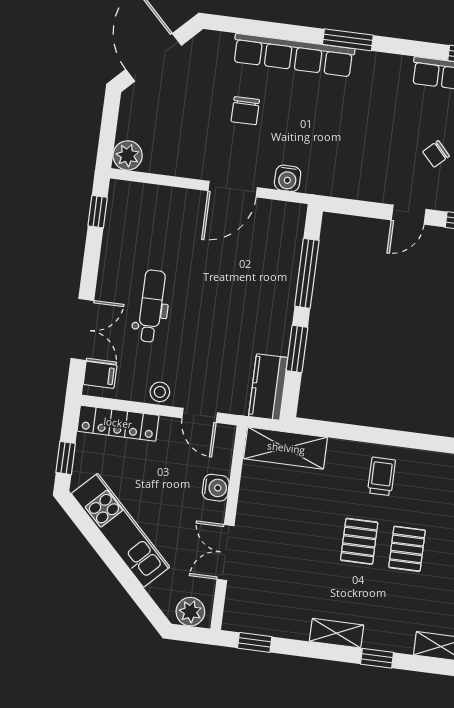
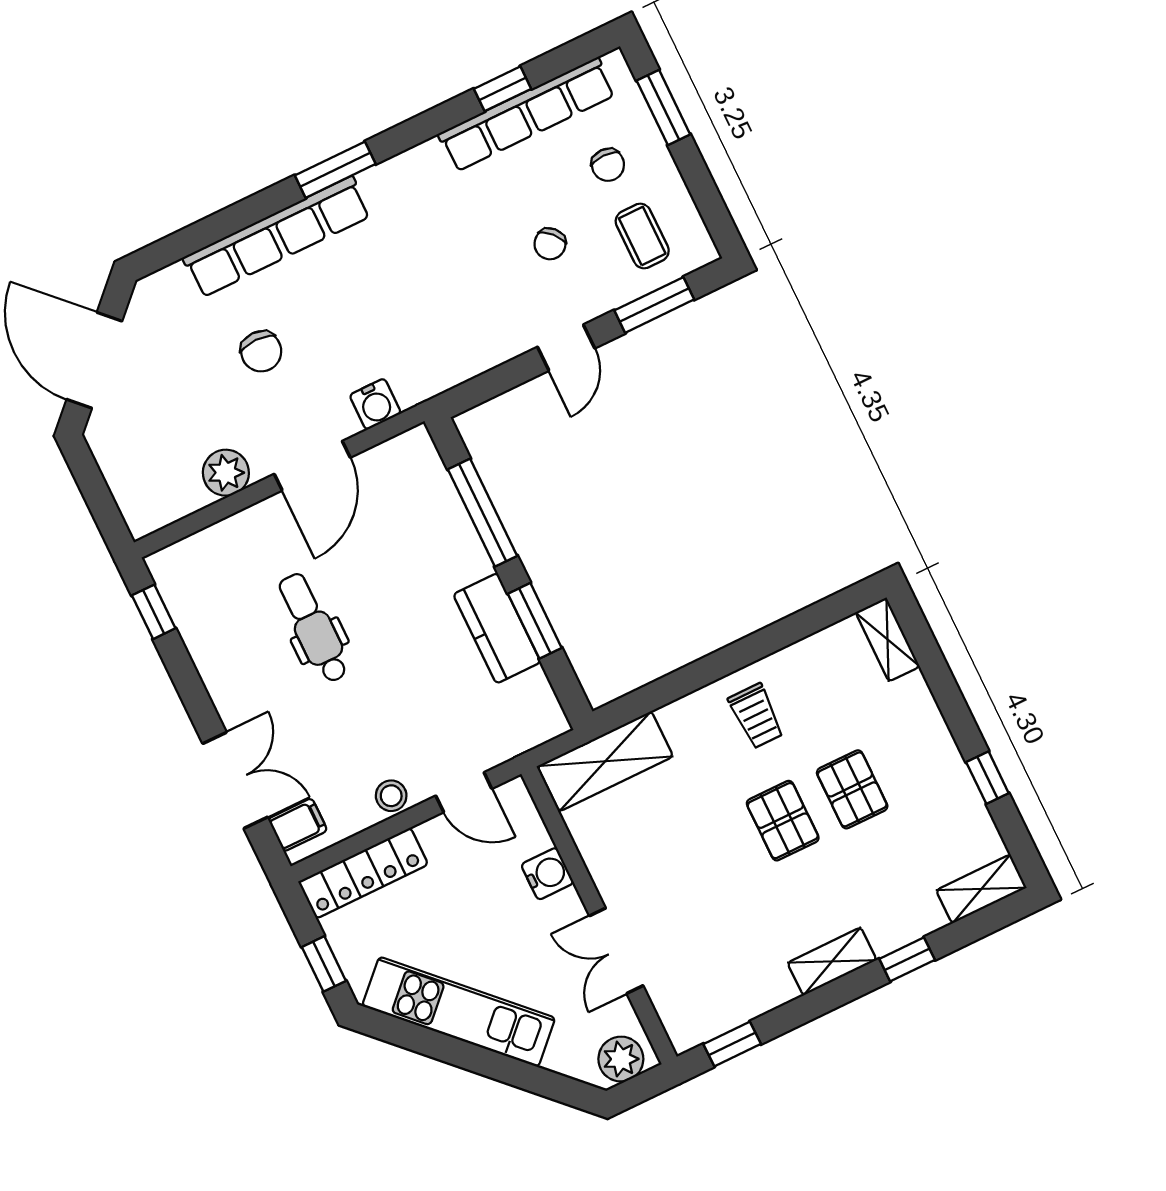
plant: (128, 155) -> (226, 473), moved
dental chair: (151, 306) -> (314, 628), moved
kitchen counter: (268, 387) -> (497, 628), moved
trolley: (382, 476) -> (756, 716), turned 180

